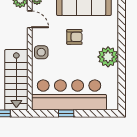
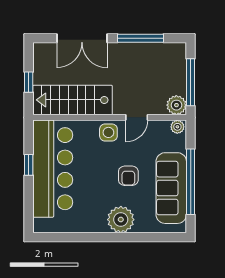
door: (30, 19) -> (137, 117), moved
plant: (108, 57) -> (121, 220), moved

